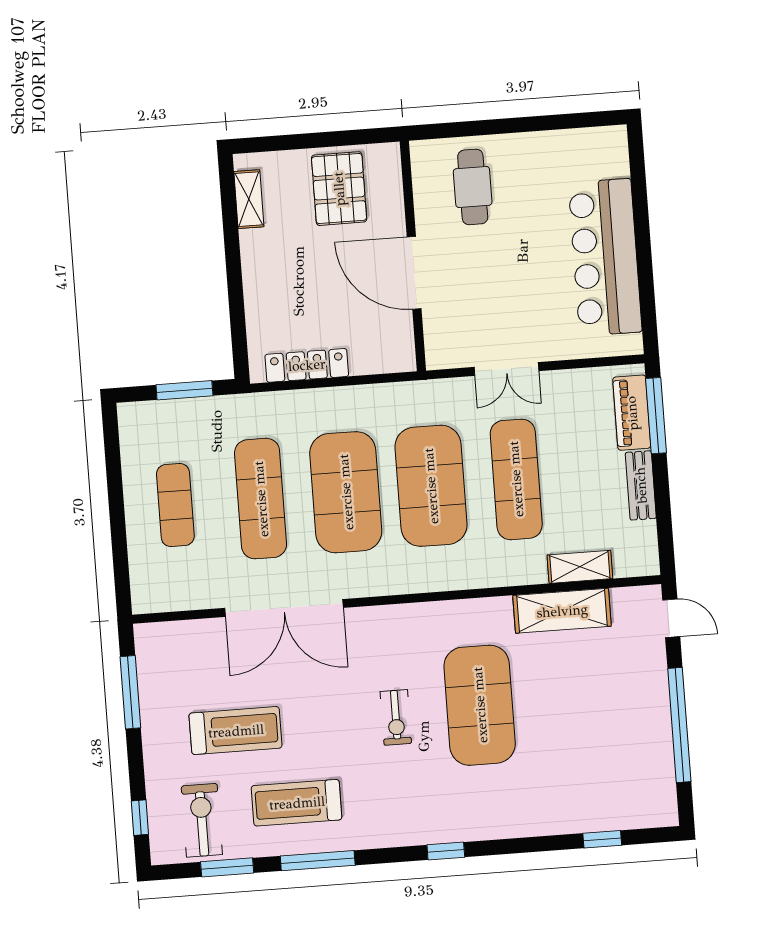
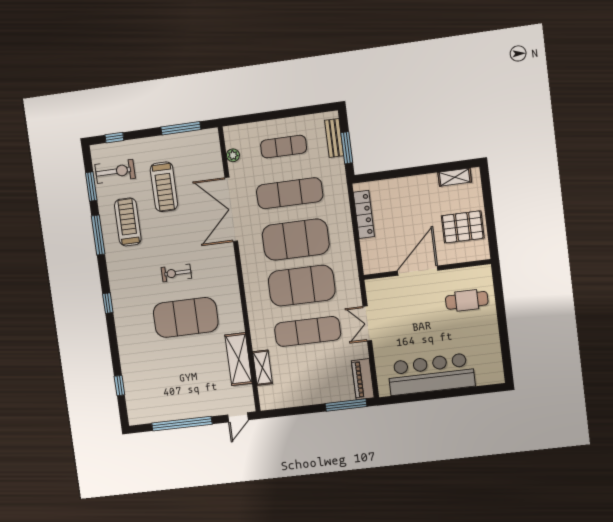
piano: (632, 413) -> (363, 379), moved, turned -90
bench: (641, 485) -> (334, 138), moved, turned 90
plant: (185, 599) -> (233, 155), added

